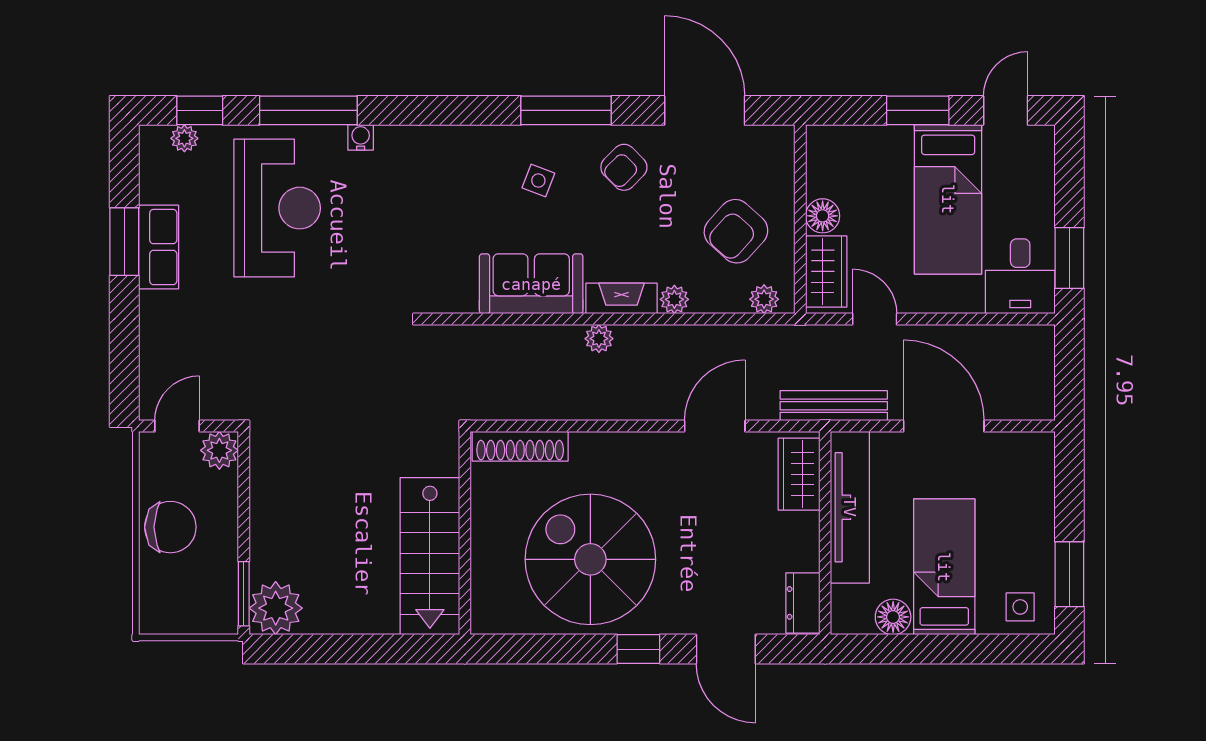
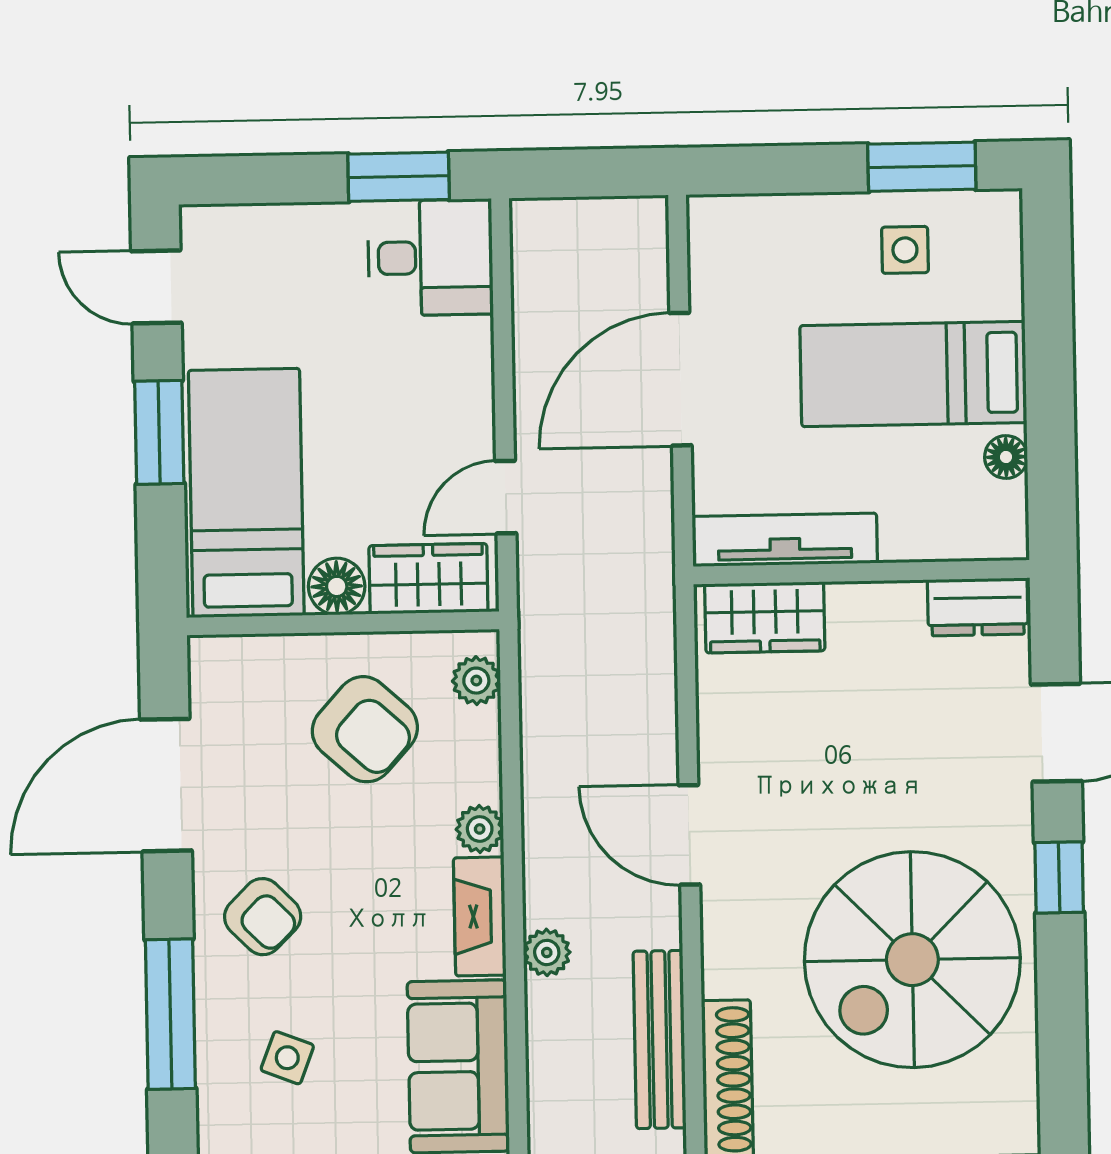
bed: (948, 199) -> (246, 493), moved, turned -90
bench: (834, 406) -> (660, 1040), moved
door: (715, 426) -> (689, 835), moved
tv unit: (850, 507) -> (785, 540), width x0.73, depth x0.78
side table: (1020, 607) -> (905, 250), moved
floor lamp: (893, 617) -> (1006, 457), width x0.73, depth x0.73

